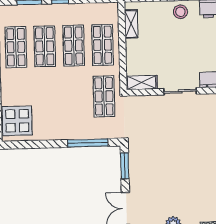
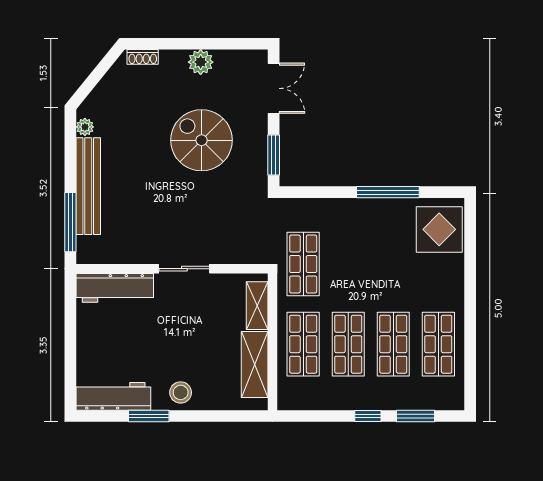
shelving: (131, 24) -> (255, 365), width x1.50, depth x1.33
shelving: (142, 82) -> (257, 306), moved, turned 90
window: (88, 143) -> (388, 192), moved
spiral stairs: (171, 174) -> (202, 140), added

